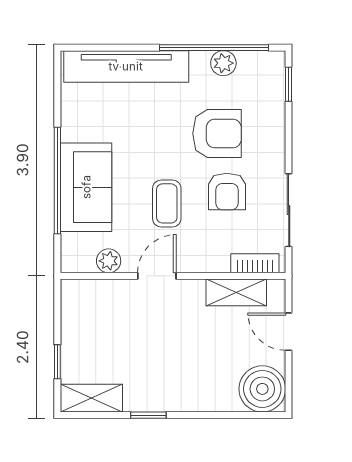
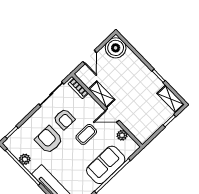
armchair: (227, 191) -> (64, 119), turned 90
shelving: (236, 292) -> (102, 94), moved

